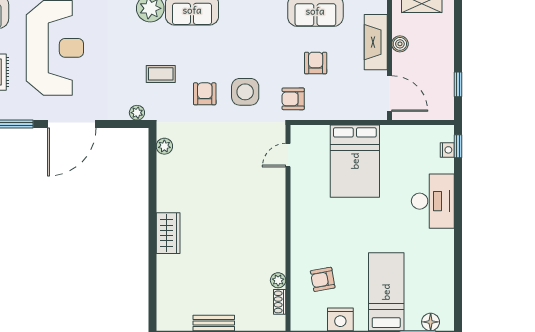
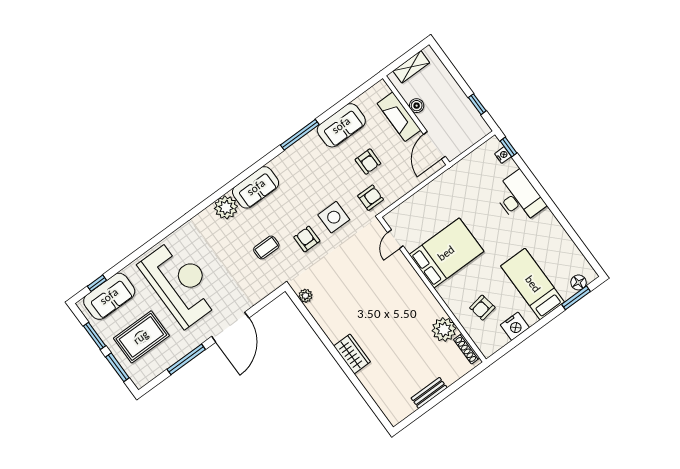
armchair: (316, 63) -> (368, 162), turned 180
door: (389, 94) -> (434, 145), swing flipped
armchair: (293, 99) -> (371, 198), turned 180
plant: (137, 113) -> (270, 286), removed
bed: (355, 161) -> (446, 253), moved, turned -90
plant: (278, 280) -> (444, 330), width x1.88, depth x1.88
shoe rack: (280, 302) -> (467, 349), width x1.43

